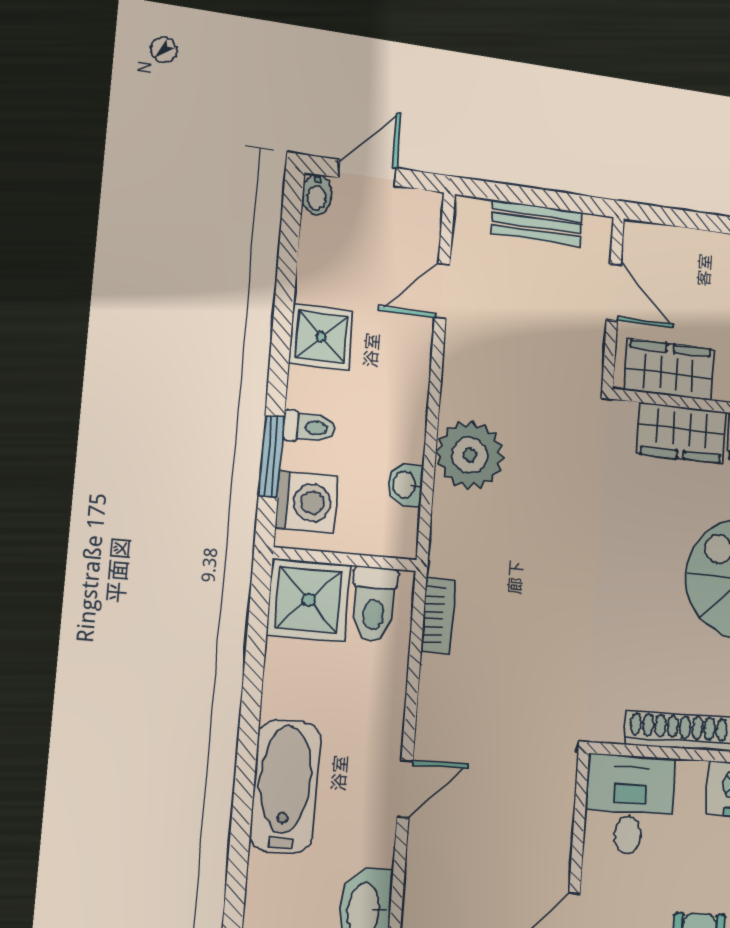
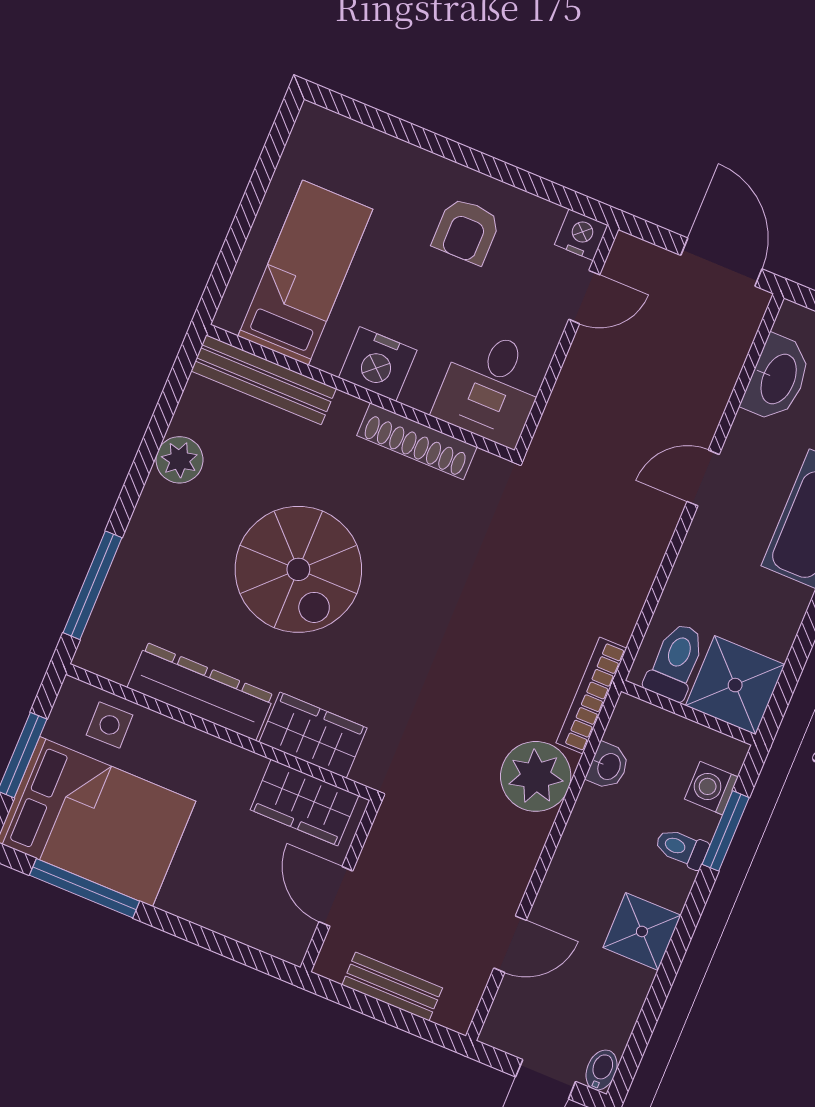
washing machine: (306, 502) -> (711, 788), width x0.73, depth x0.73
bookcase: (438, 616) -> (591, 696), moved, width x1.56

